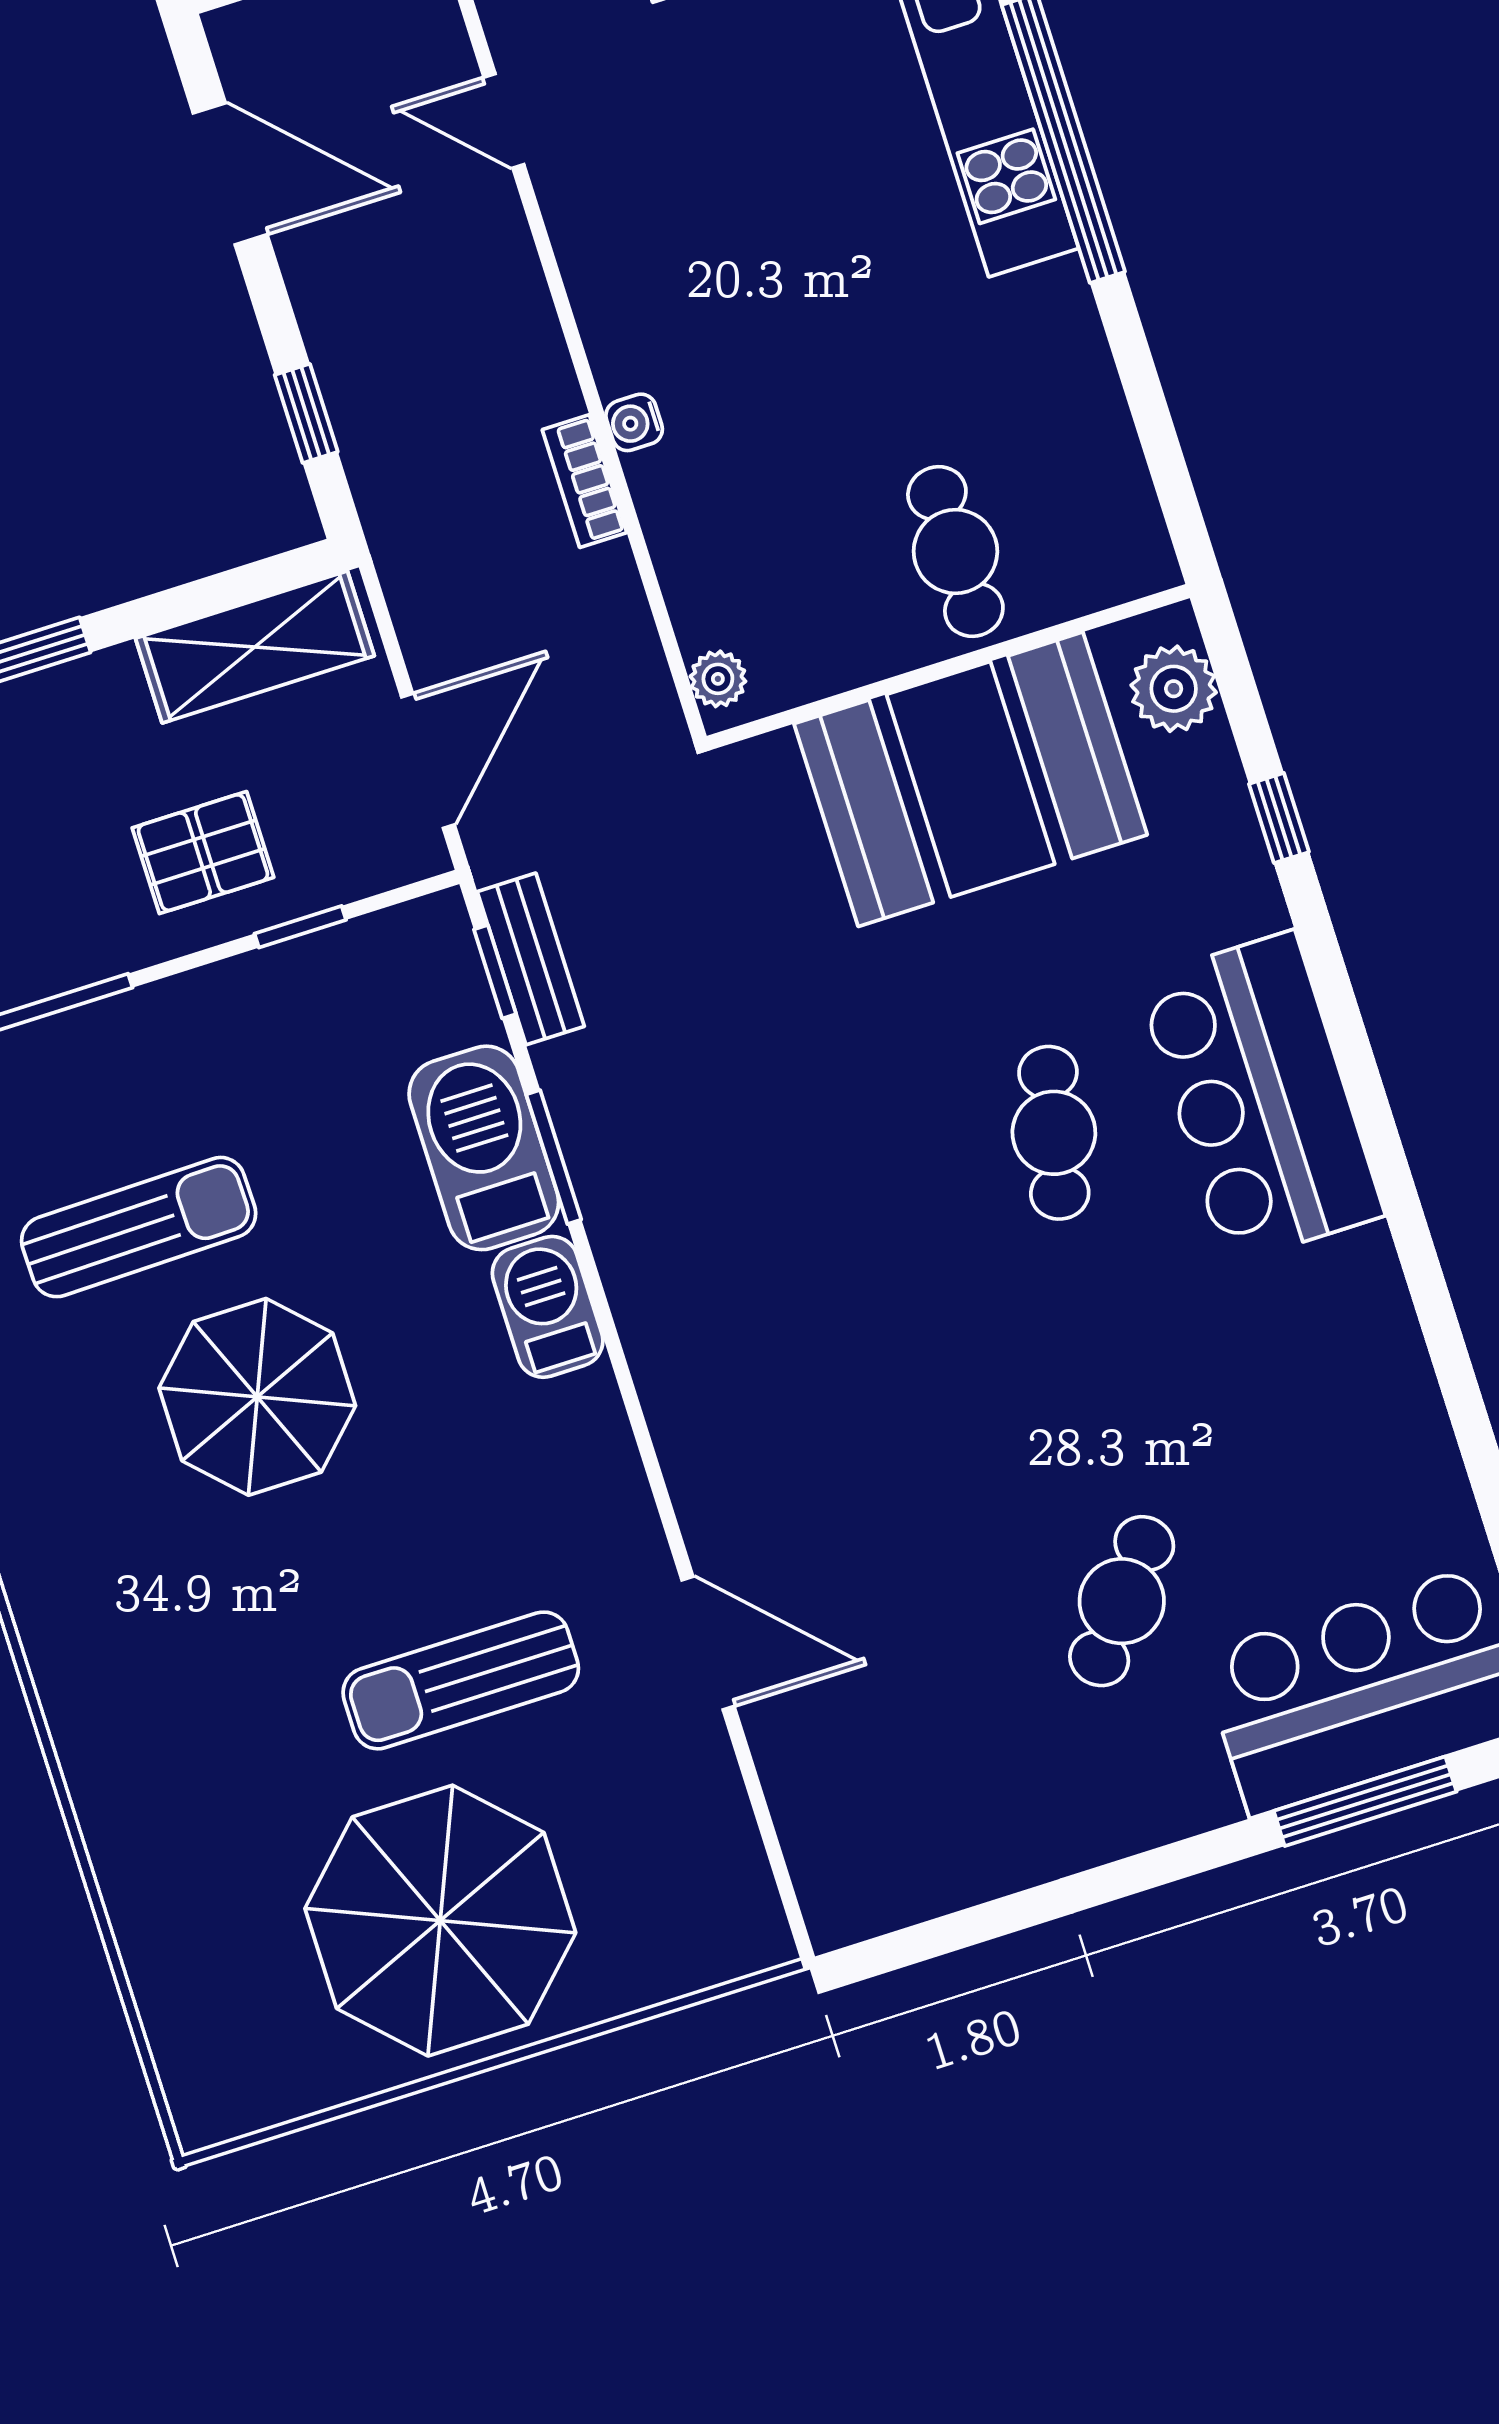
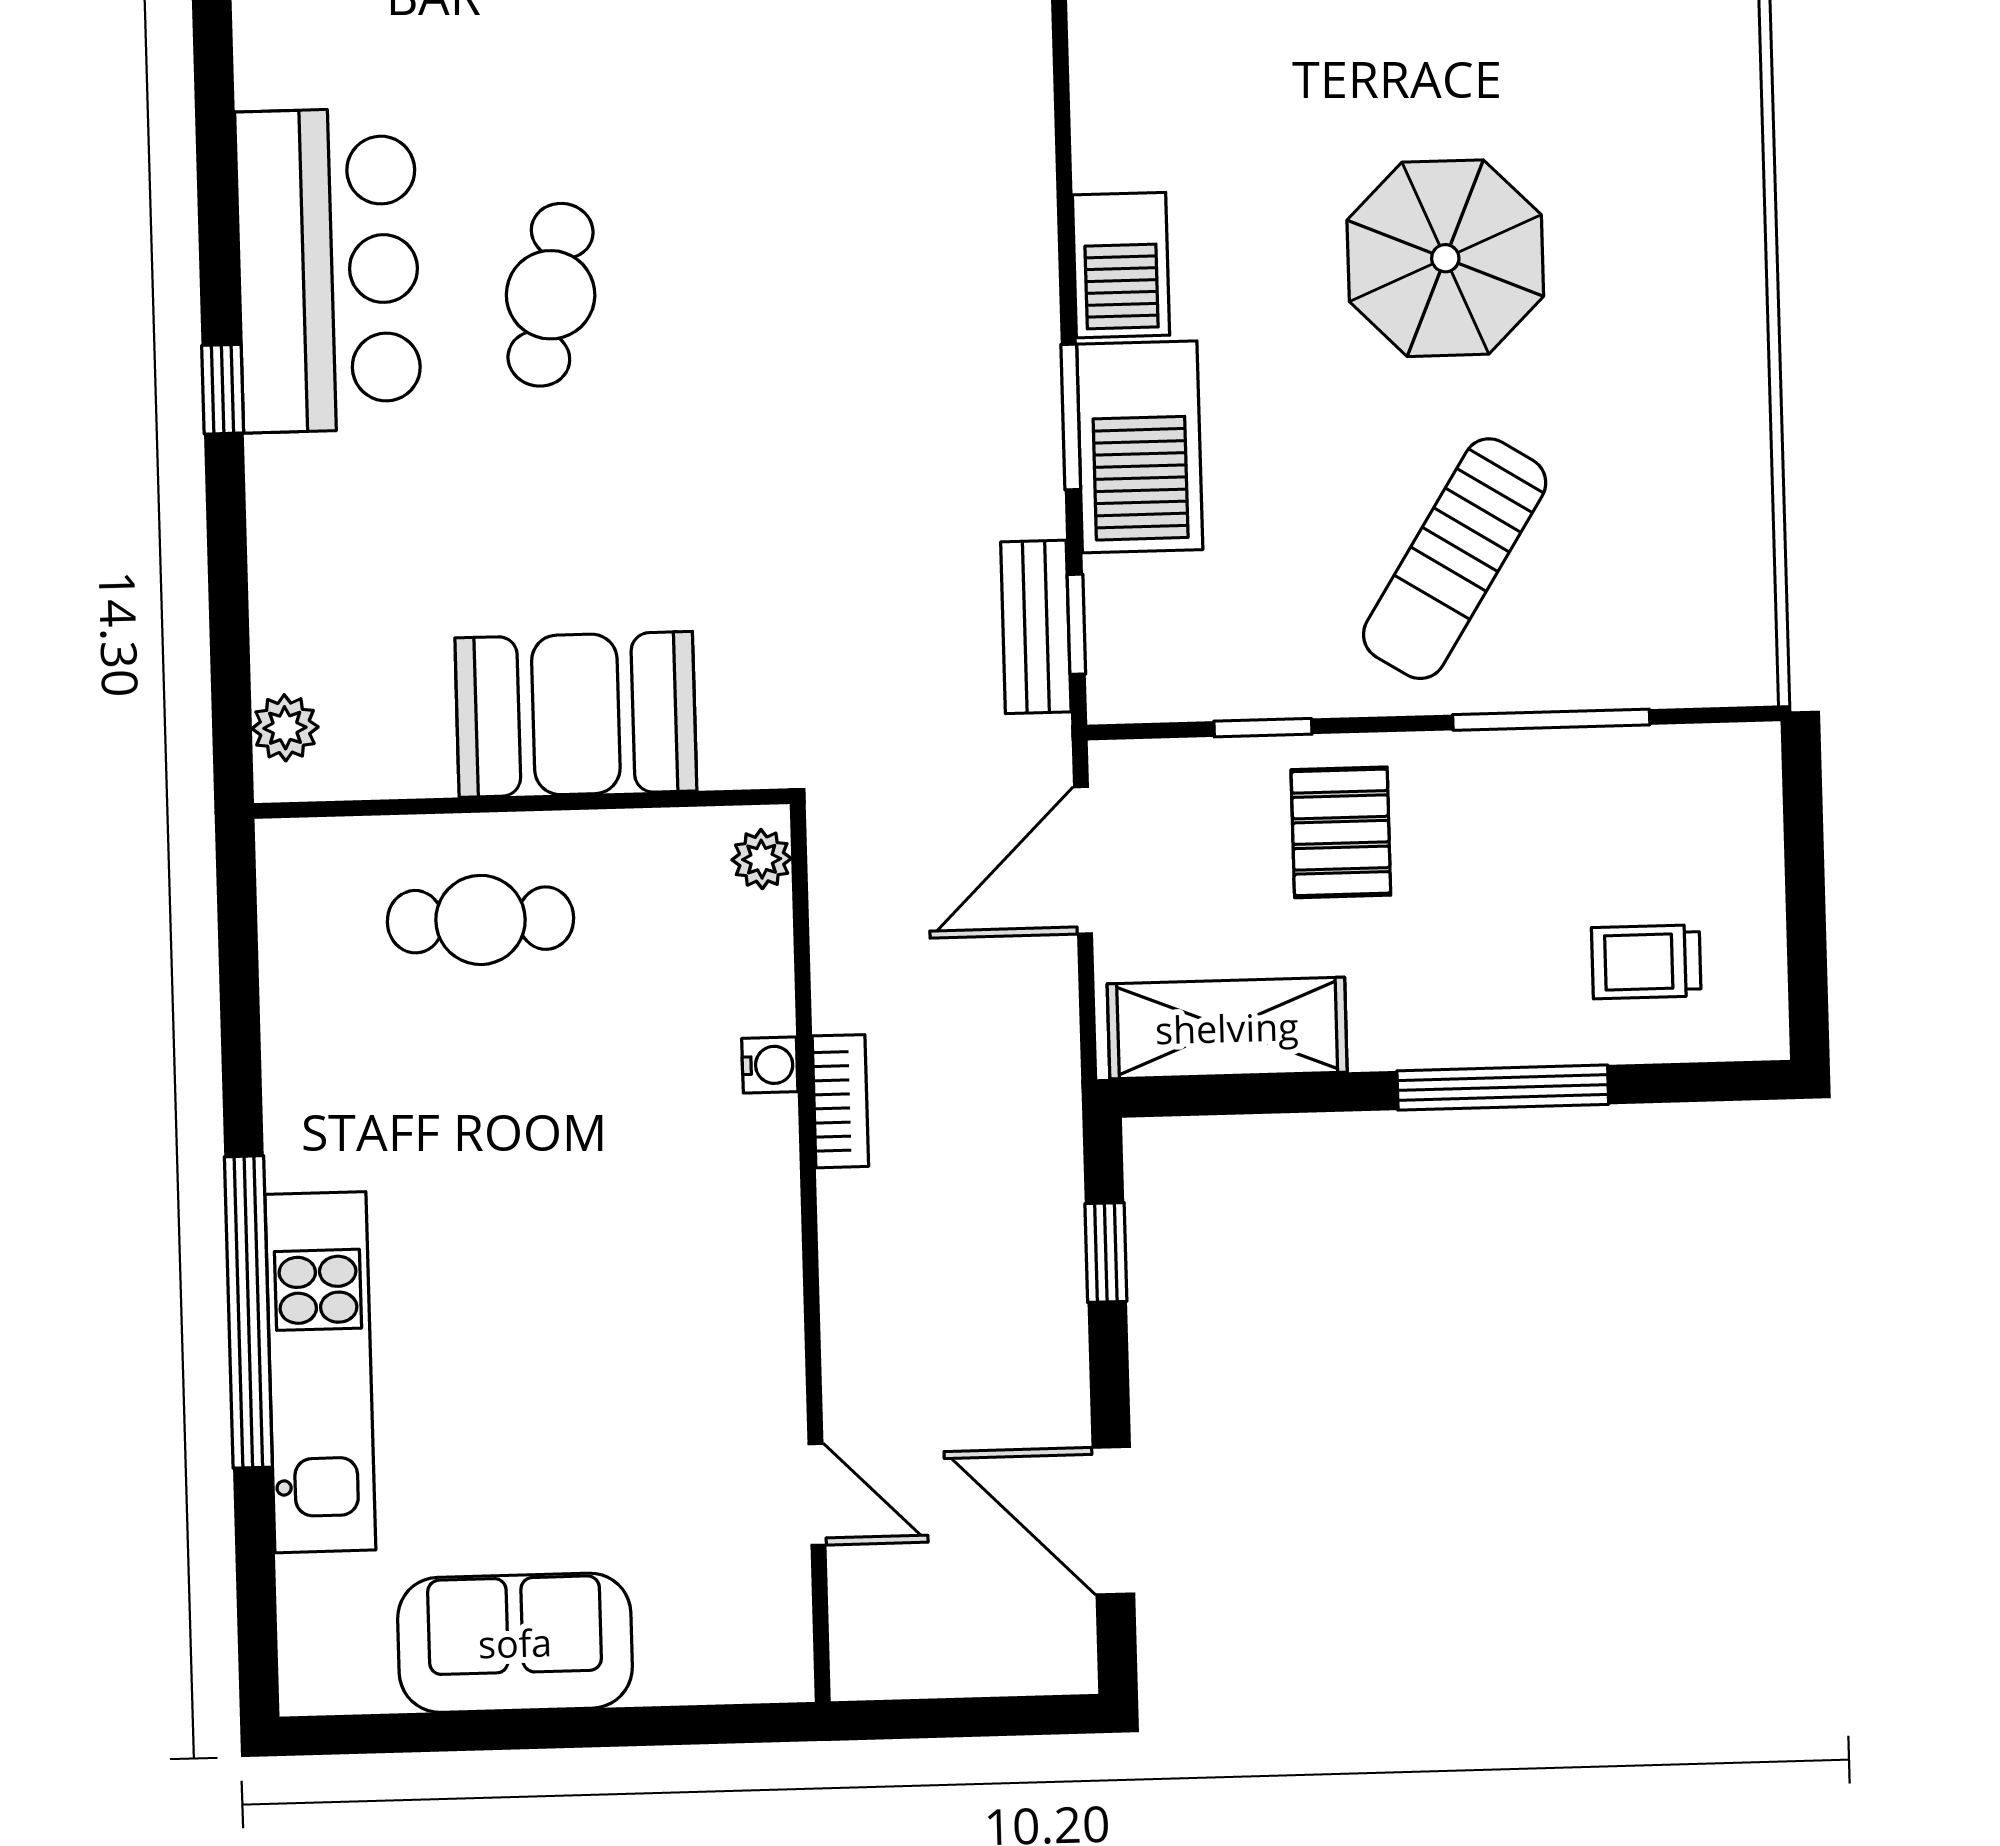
water cooler: (634, 422) -> (770, 1065), moved
cafe table: (955, 551) -> (481, 920), turned 90
plant: (1174, 689) -> (285, 728), width x0.73, depth x0.73
booth: (971, 779) -> (576, 714), width x0.73, depth x0.70
window: (1279, 818) -> (223, 389), moved
pallet: (203, 853) -> (1341, 832), turned 90
sun lounger: (139, 1227) -> (1455, 559), moved, turned -57

